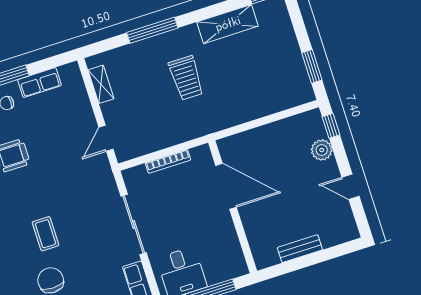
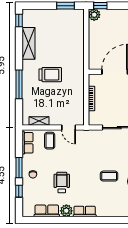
row of seats: (39, 83) -> (28, 143), moved
coffee table: (73, 113) -> (50, 141), added
plant: (322, 150) -> (94, 15), moved

